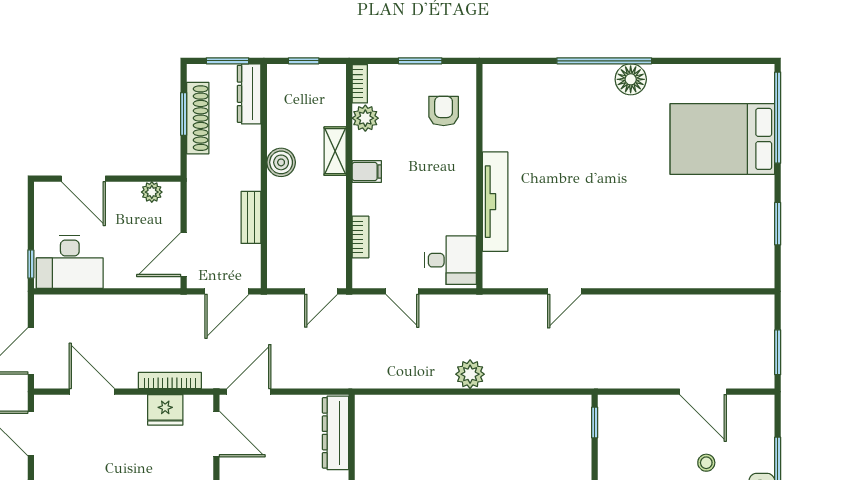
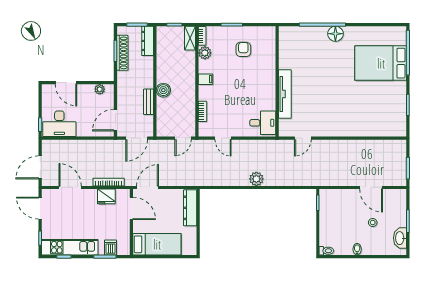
shelving: (335, 151) -> (190, 38), moved
boiler: (281, 162) -> (163, 90), moved
wall: (479, 176) -> (277, 81), moved
tv unit: (495, 202) -> (285, 94), moved
desk: (450, 260) -> (263, 123), moved

